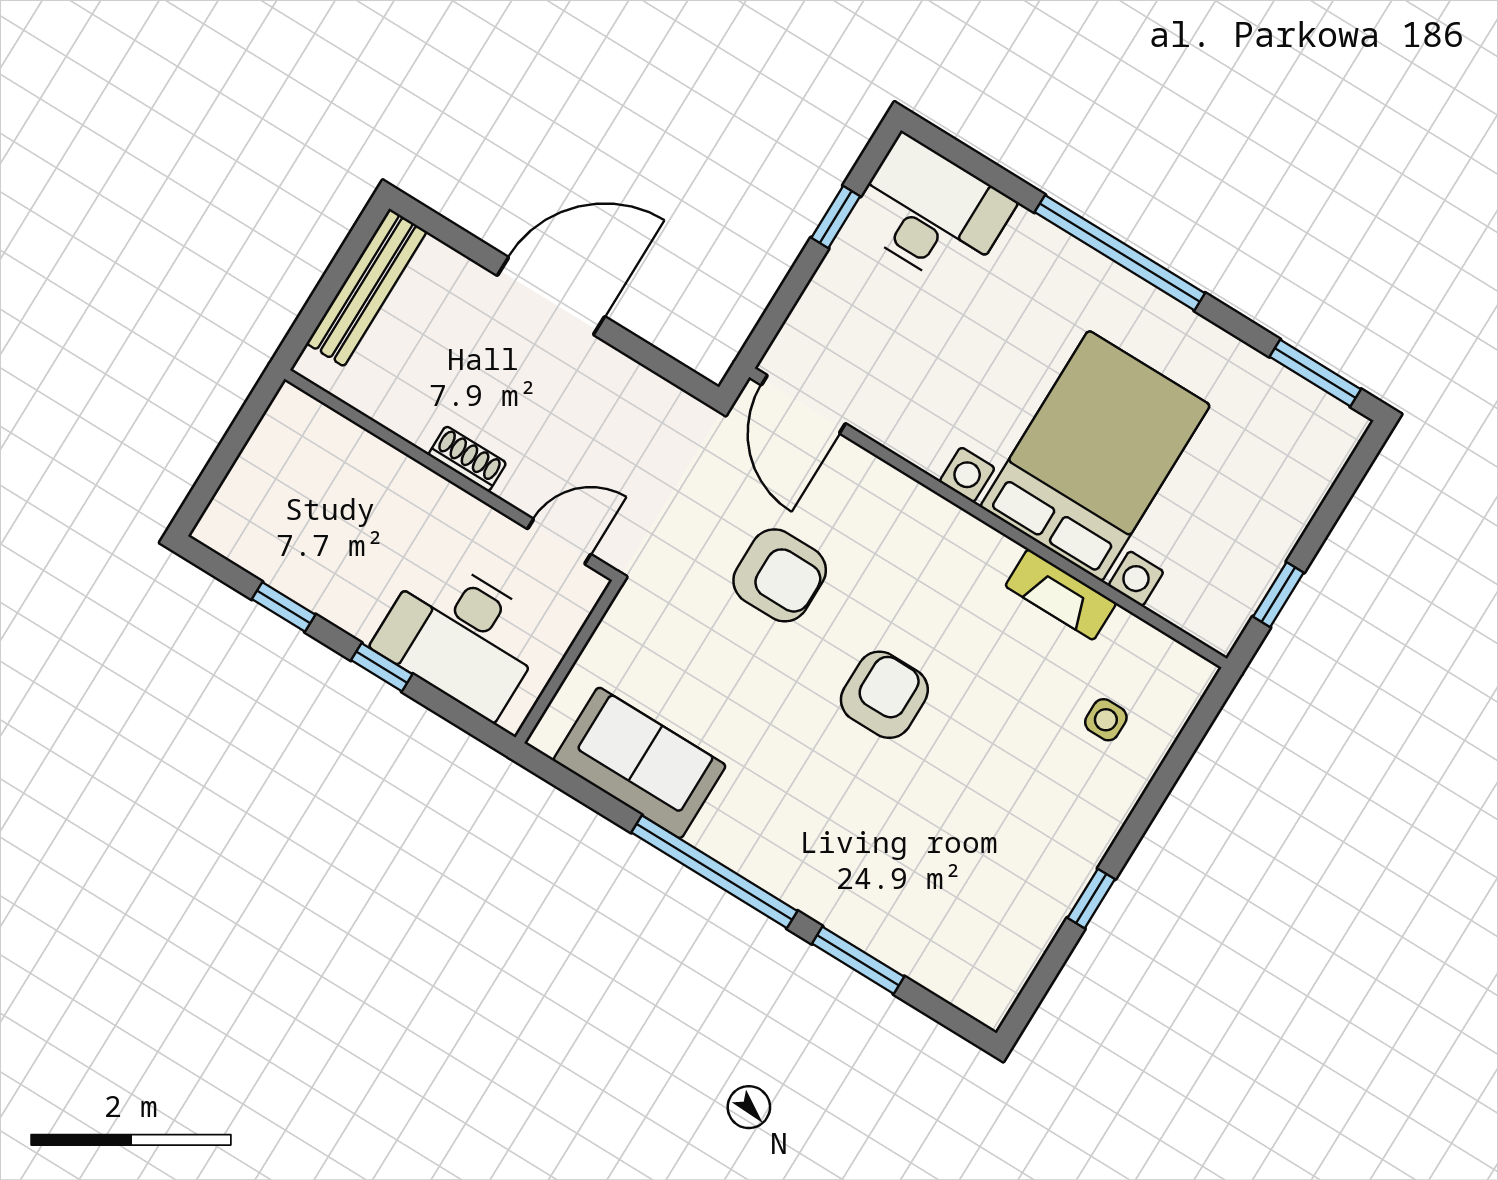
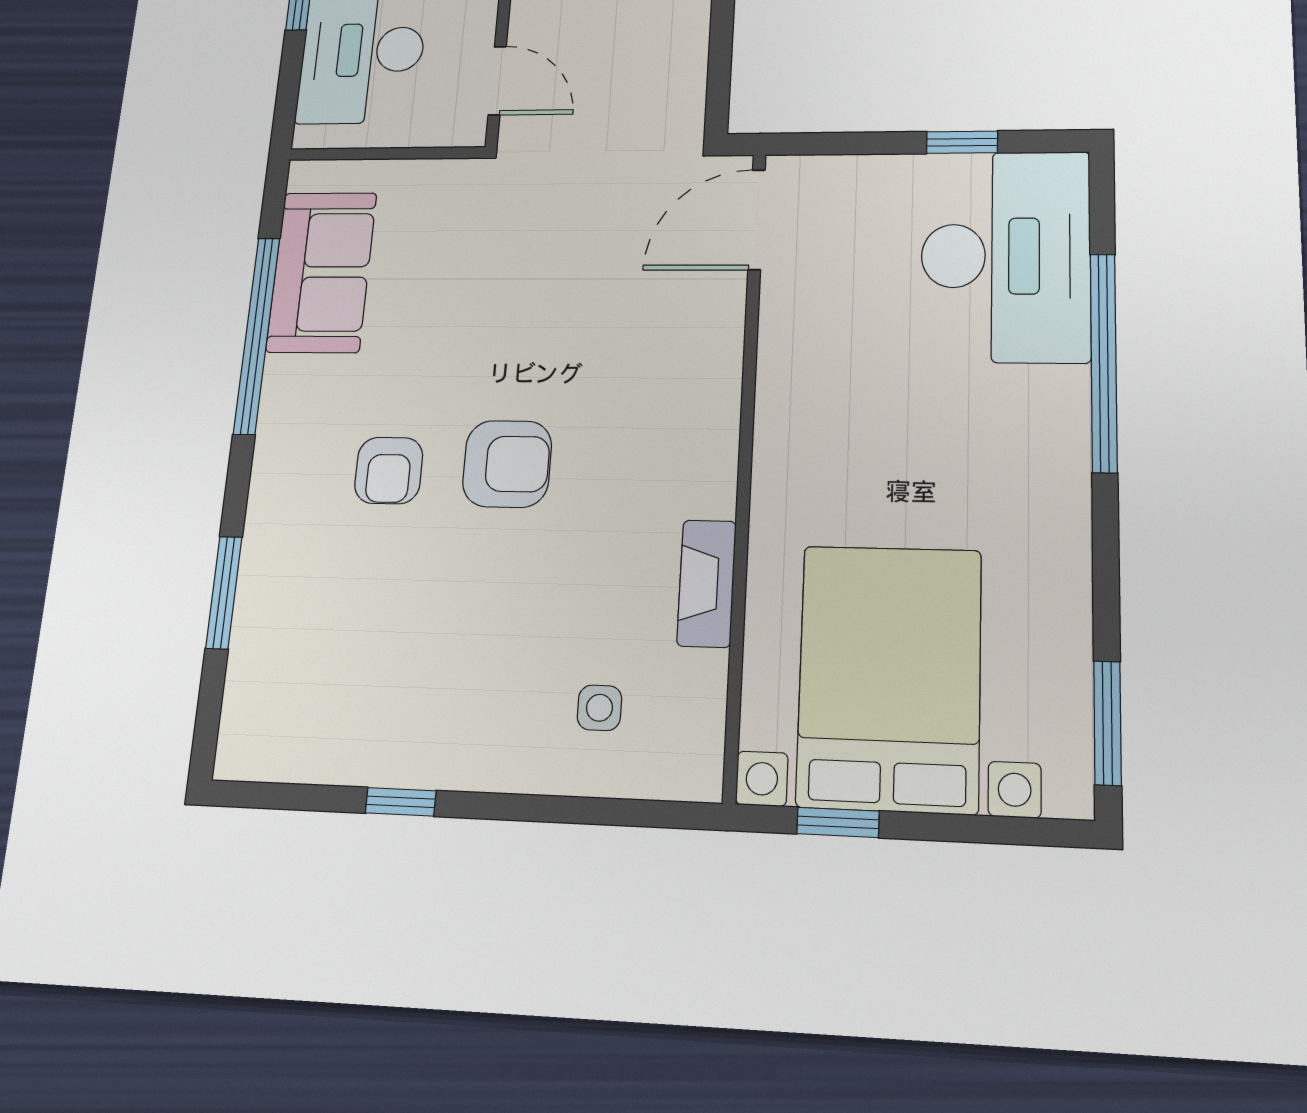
desk: (932, 212) -> (1005, 256), width x1.36, depth x1.30
window: (1120, 253) -> (1104, 362), moved
bed with nightstands: (1095, 456) -> (889, 677), moved, turned -90
armchair: (780, 575) -> (389, 470), moved, width x0.72, depth x0.72
window: (714, 872) -> (257, 335), moved

